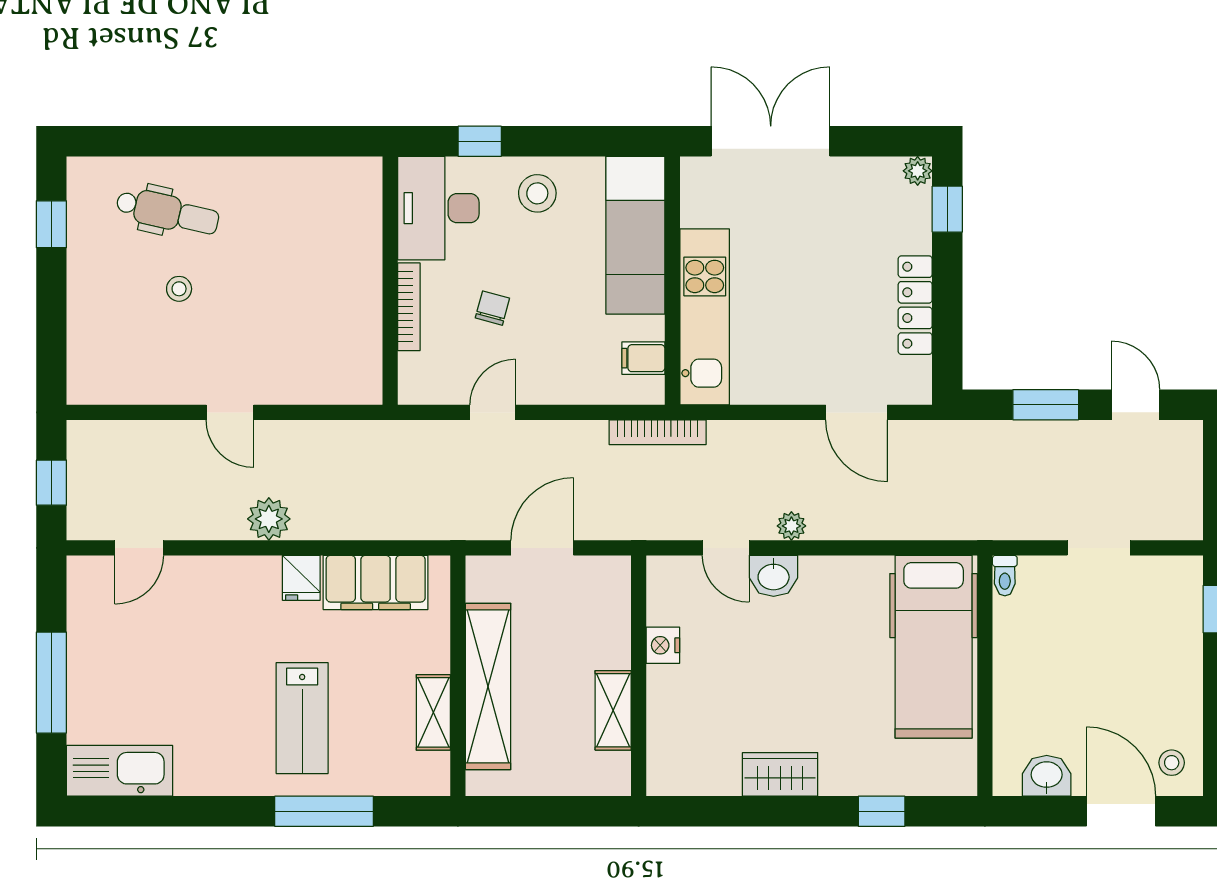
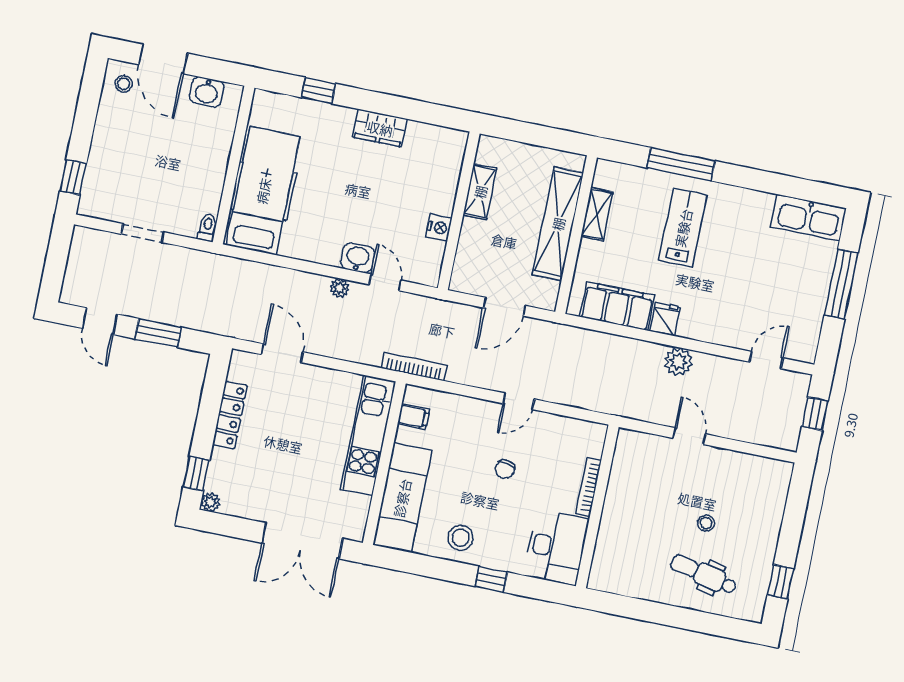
desk: (438, 208) -> (556, 547), moved
wall: (390, 281) -> (597, 506), moved
bookcase: (409, 307) -> (588, 487), moved

